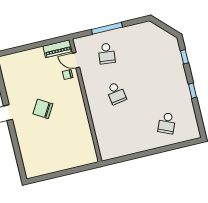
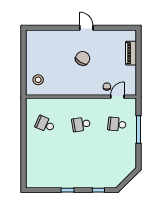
piano: (58, 49) -> (131, 53), moved
school desk: (167, 123) -> (45, 124), moved
stool: (78, 152) -> (38, 80), added

